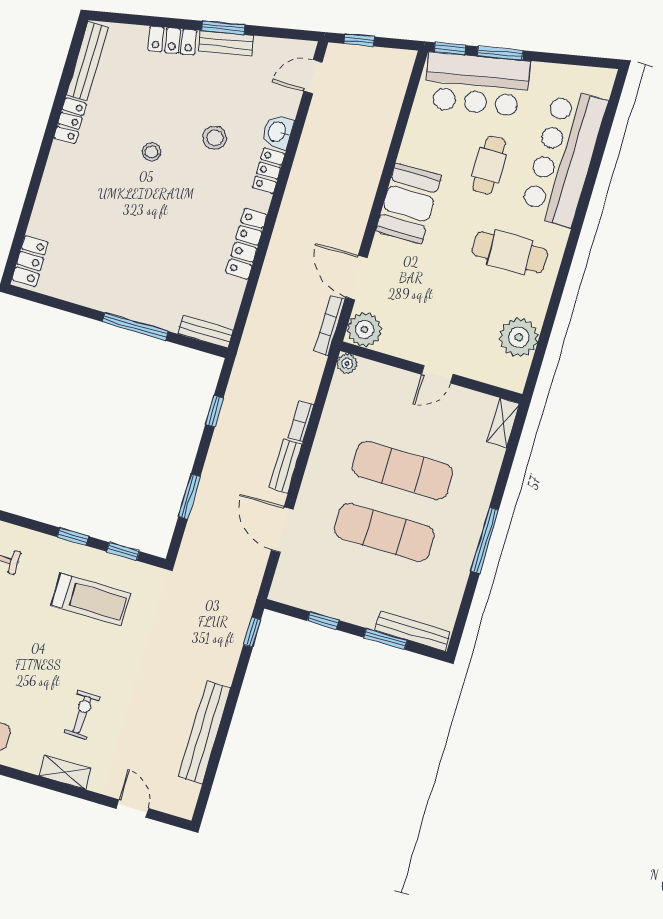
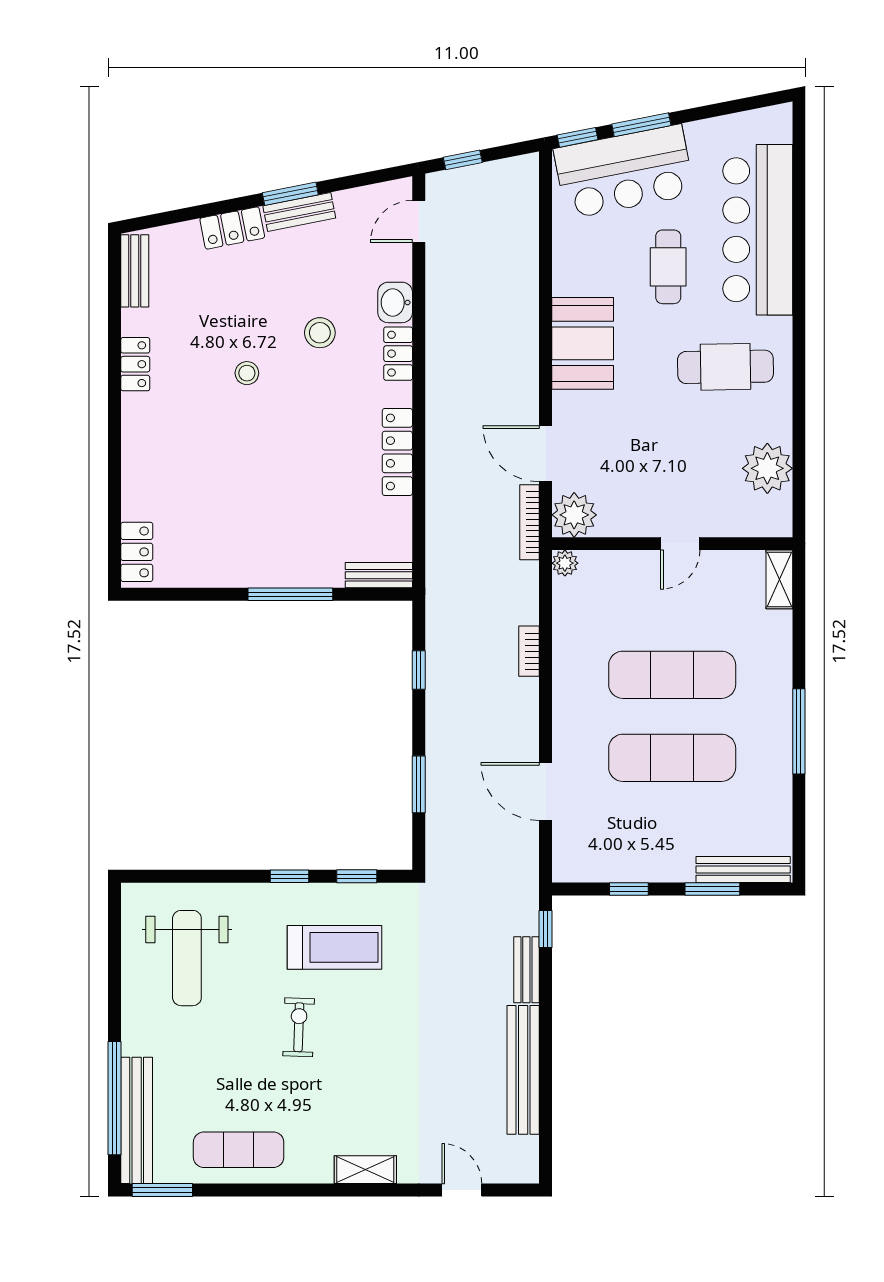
bench: (87, 61) -> (135, 271), width x0.73
bench: (286, 466) -> (526, 970), moved
exercise bike: (82, 715) -> (299, 1027), moved

